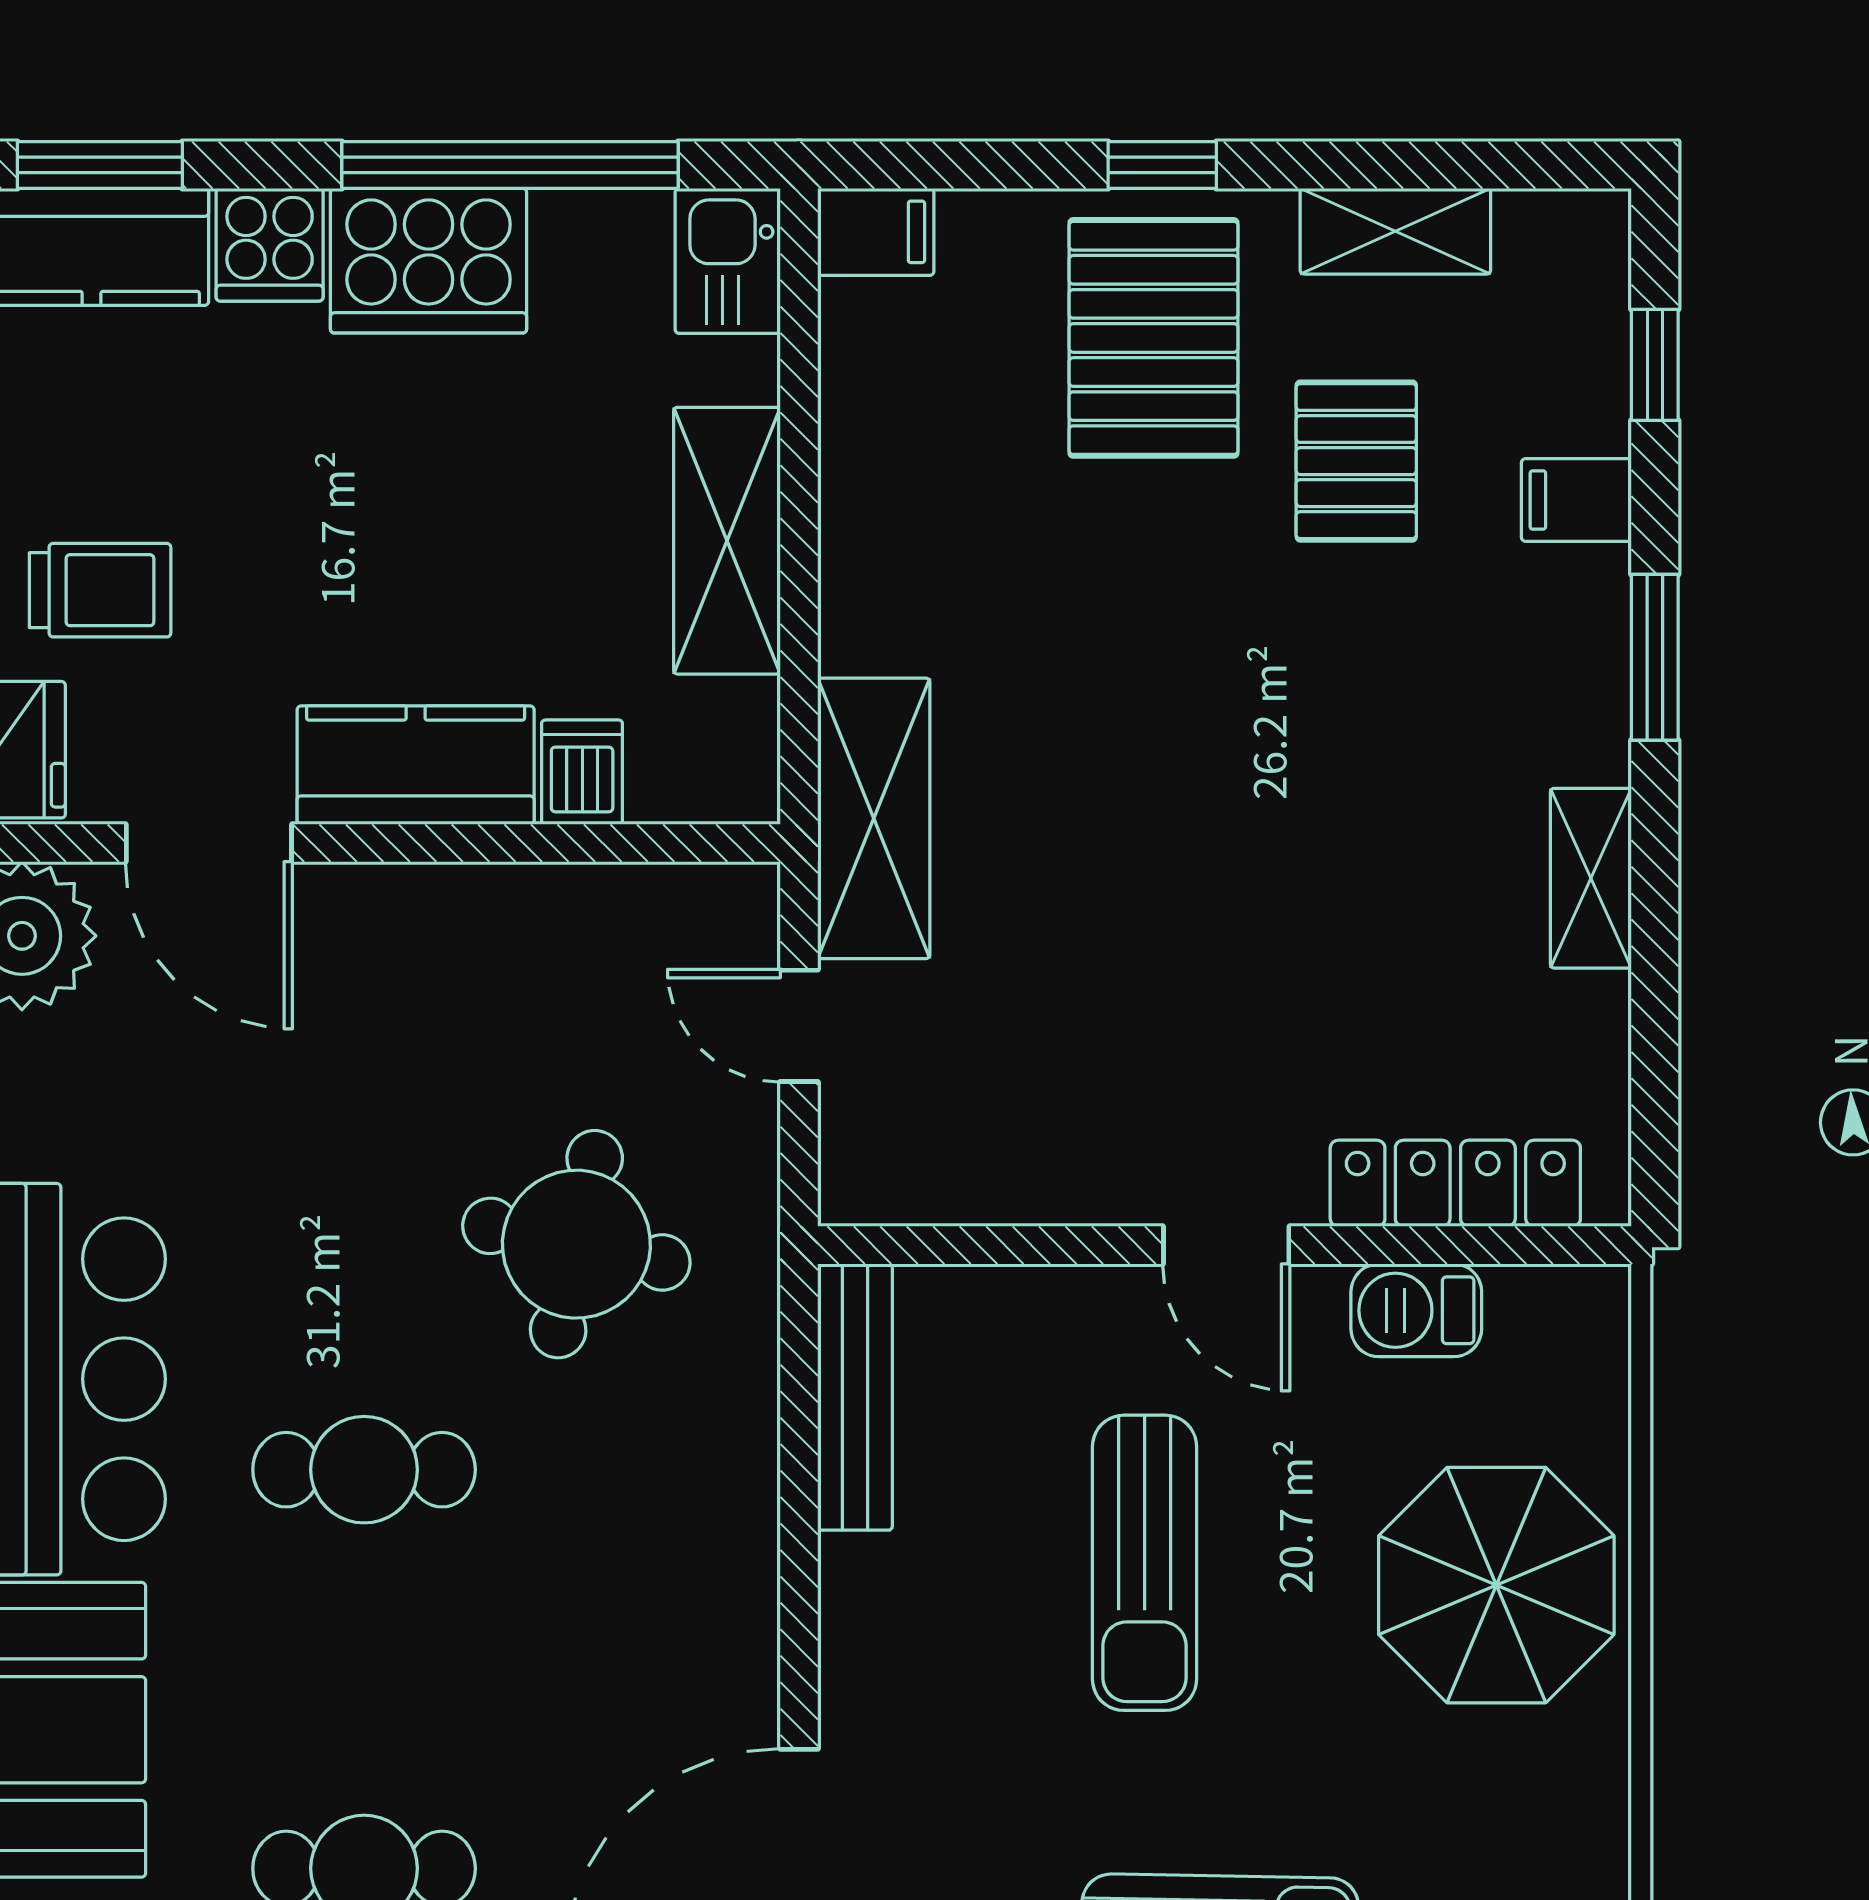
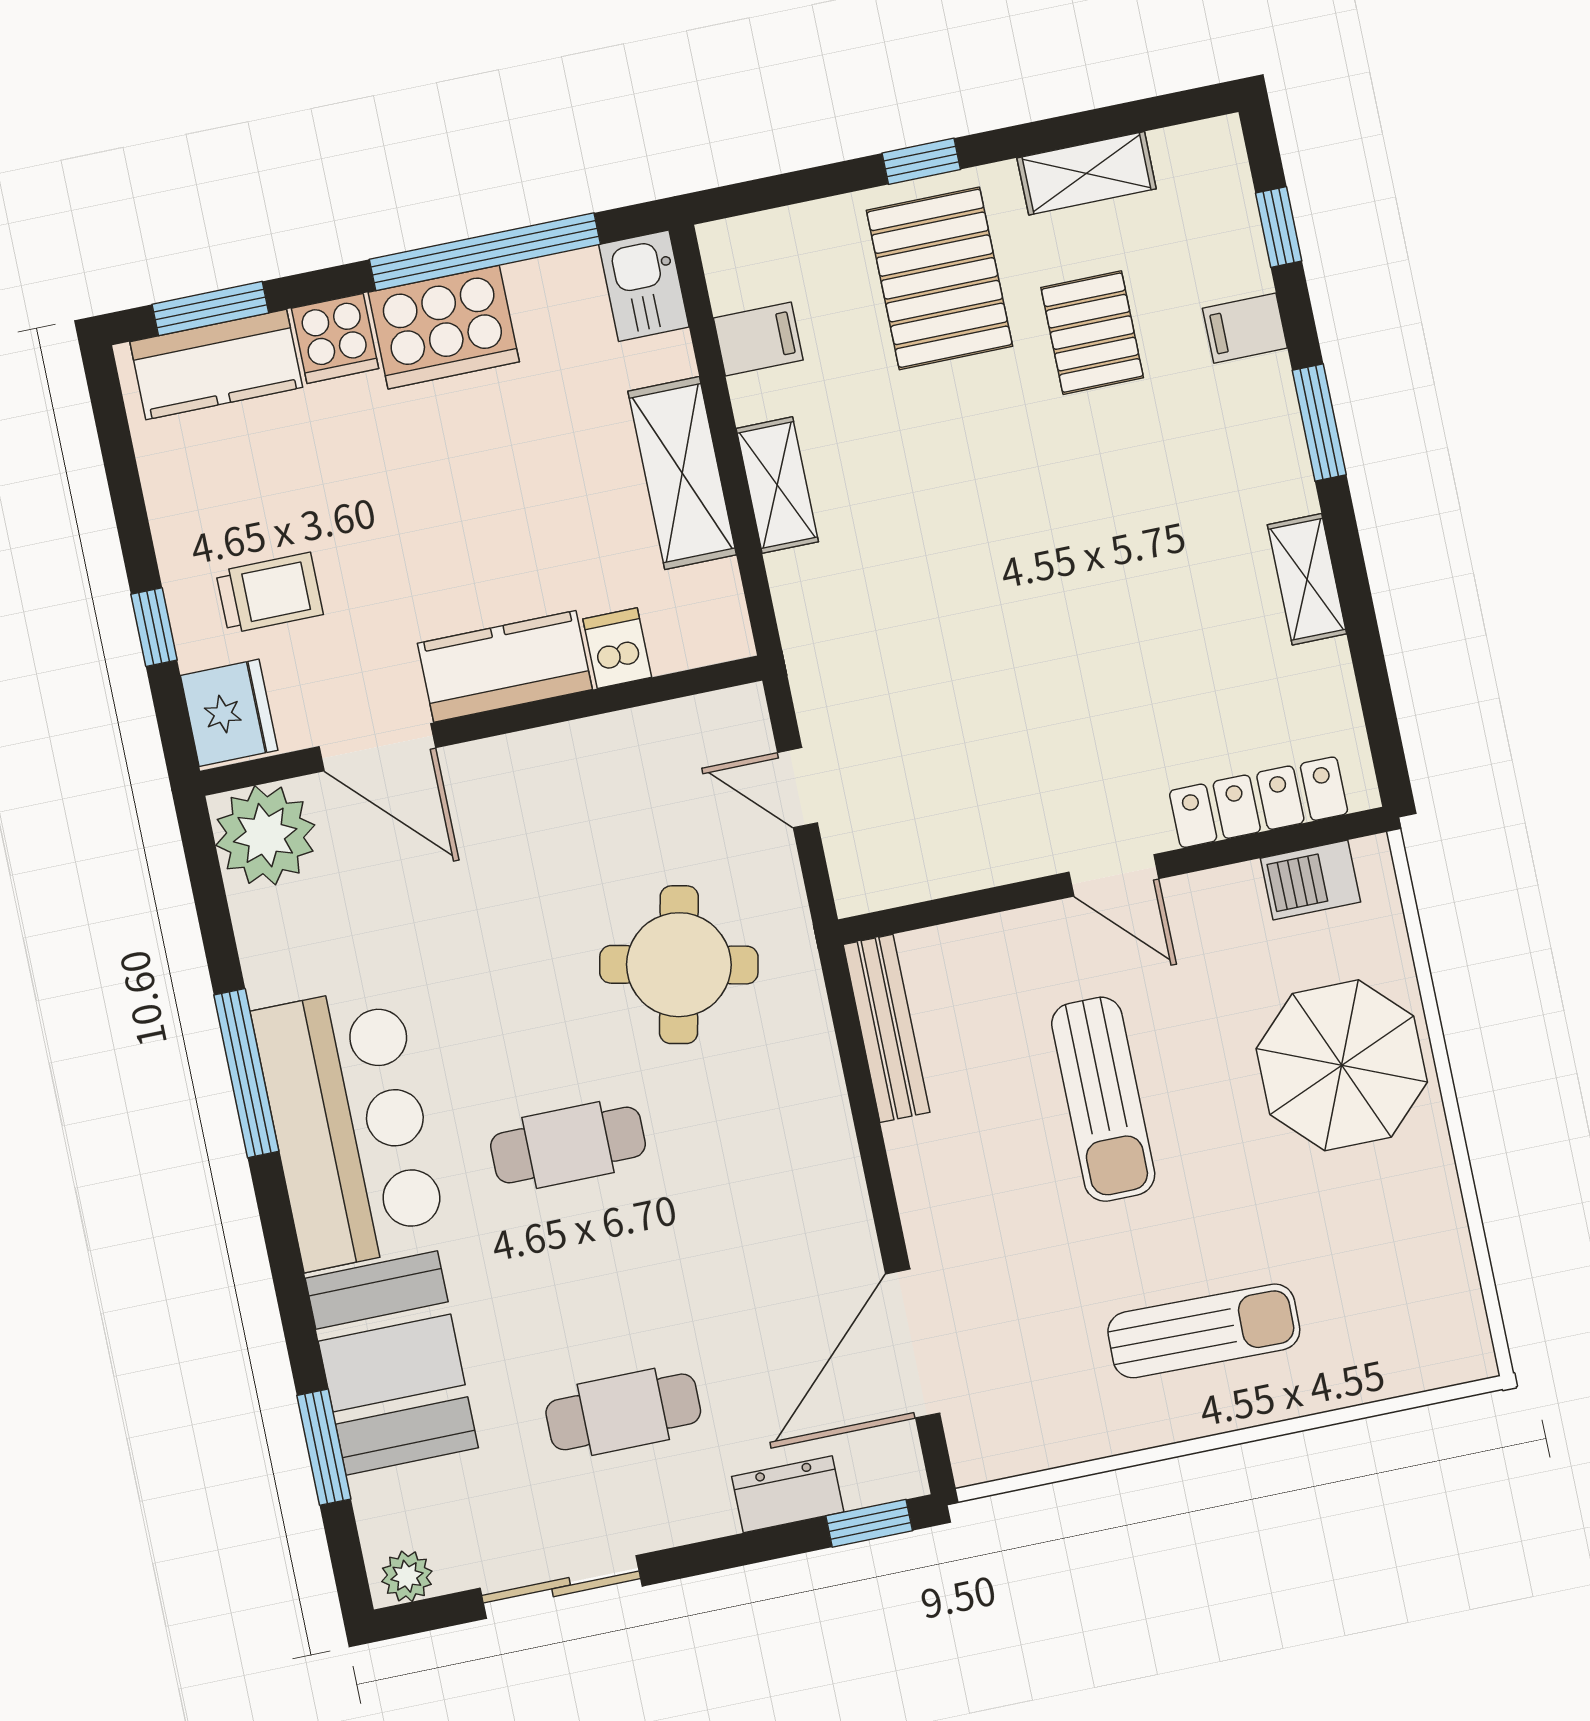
filing cabinet: (876, 232) -> (758, 339), moved
shelving: (874, 818) -> (777, 485), moved, width x0.67, depth x0.75
barbecue: (1416, 1310) -> (1310, 880), moved

